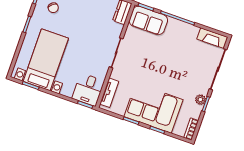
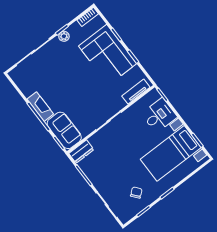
fireplace: (212, 38) -> (40, 107), moved
desk: (88, 90) -> (159, 115), moved

